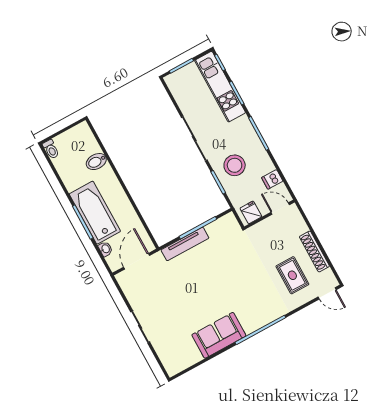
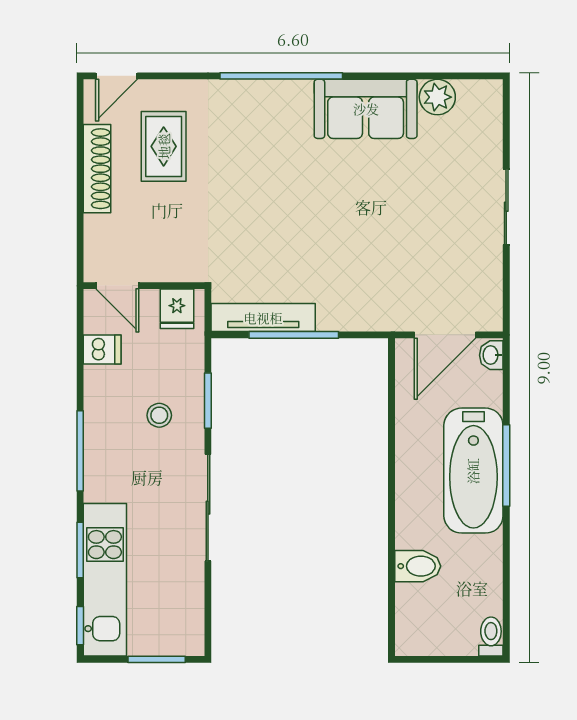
stool: (235, 165) -> (159, 415), width x0.53, depth x0.53
tv unit: (185, 244) -> (263, 318), moved
washbasin: (105, 249) -> (491, 355), moved
door: (327, 293) -> (116, 76), swing flipped
plant: (192, 356) -> (437, 97), added

